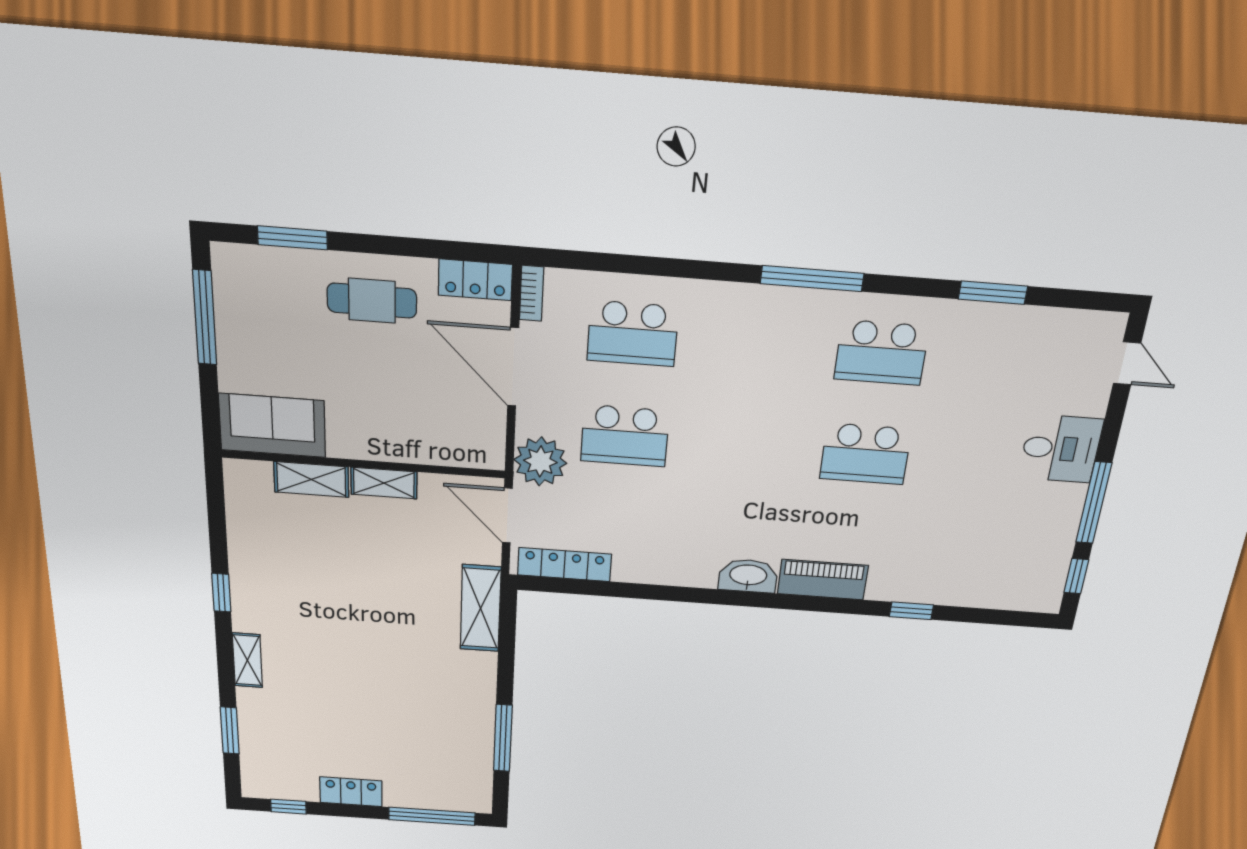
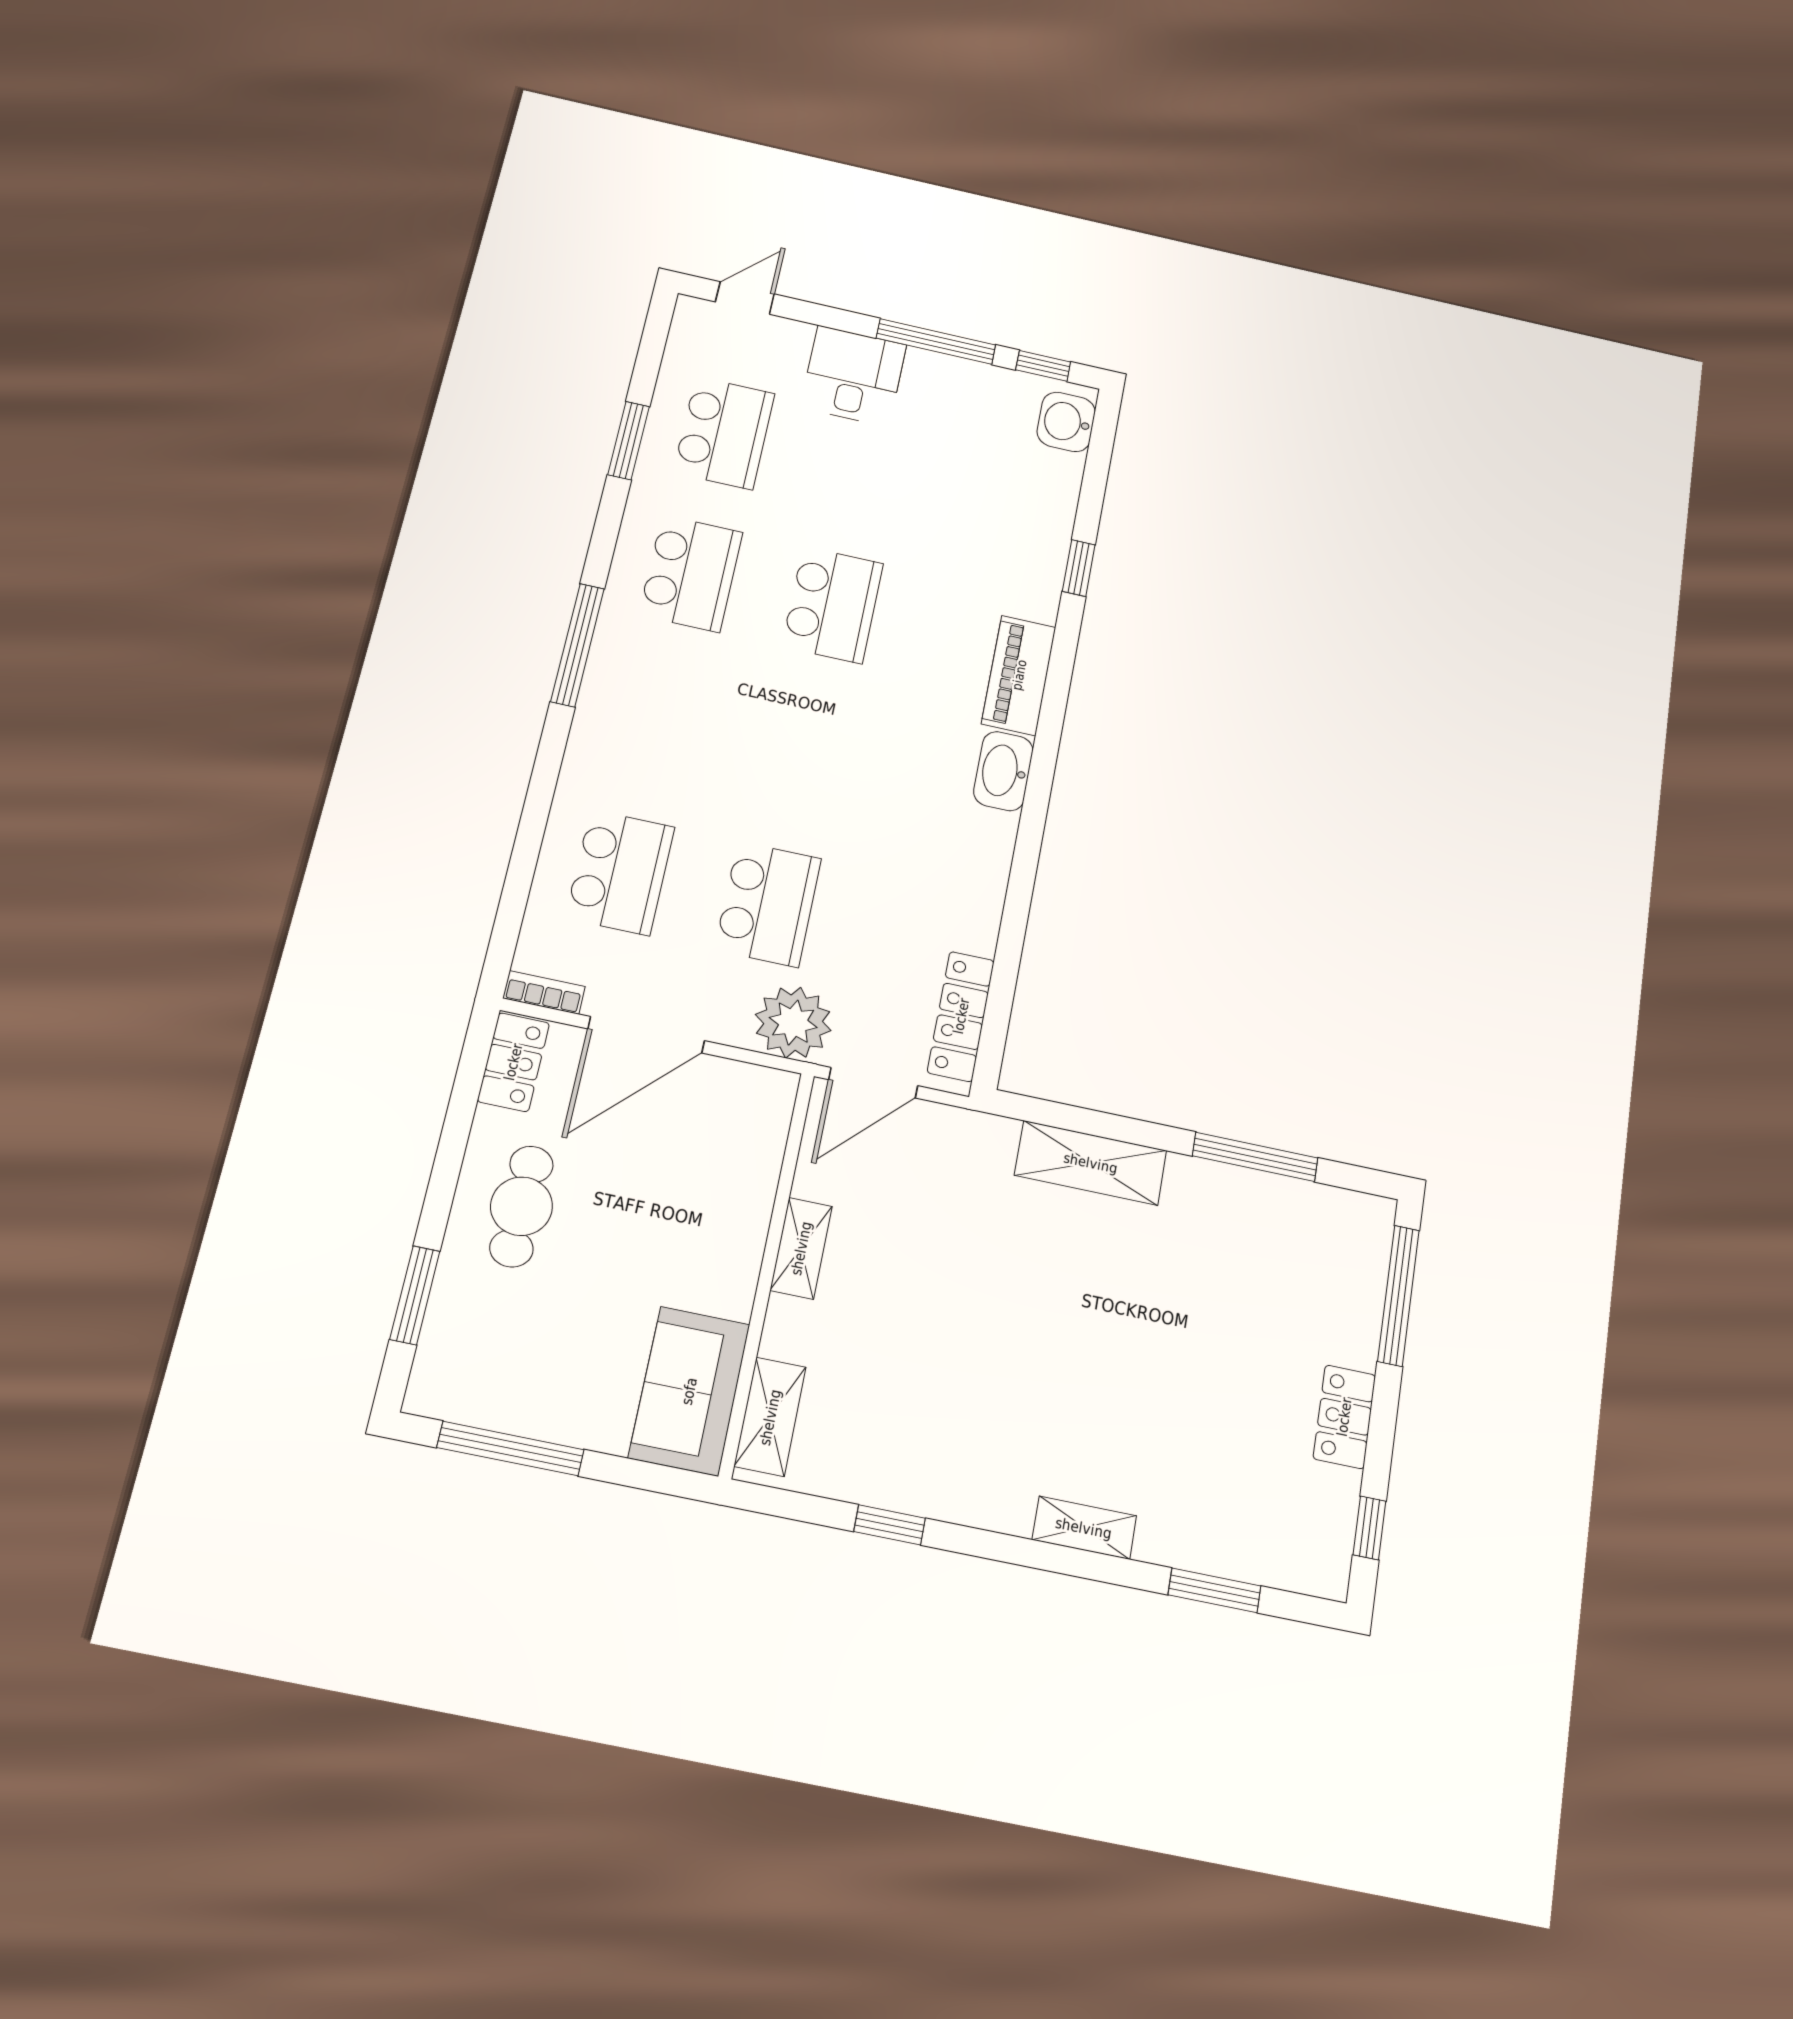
school desk: (1005, 362) -> (724, 433), added
shelving: (311, 479) -> (770, 1417), moved
window: (221, 593) -> (890, 1525), moved
washbasin: (1030, 594) -> (1066, 422), added
shelving: (481, 608) -> (1091, 1163), moved

